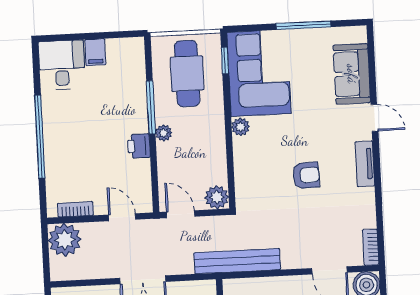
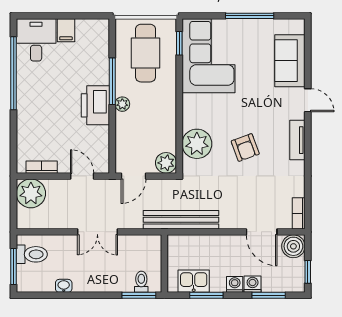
plant: (241, 127) -> (197, 144), moved, width x1.87, depth x1.87
window: (40, 137) -> (14, 73), moved
printer: (139, 146) -> (95, 105), width x1.87, depth x1.48
armchair: (306, 175) -> (245, 148), turned 72
door: (181, 214) -> (134, 176), swing flipped

